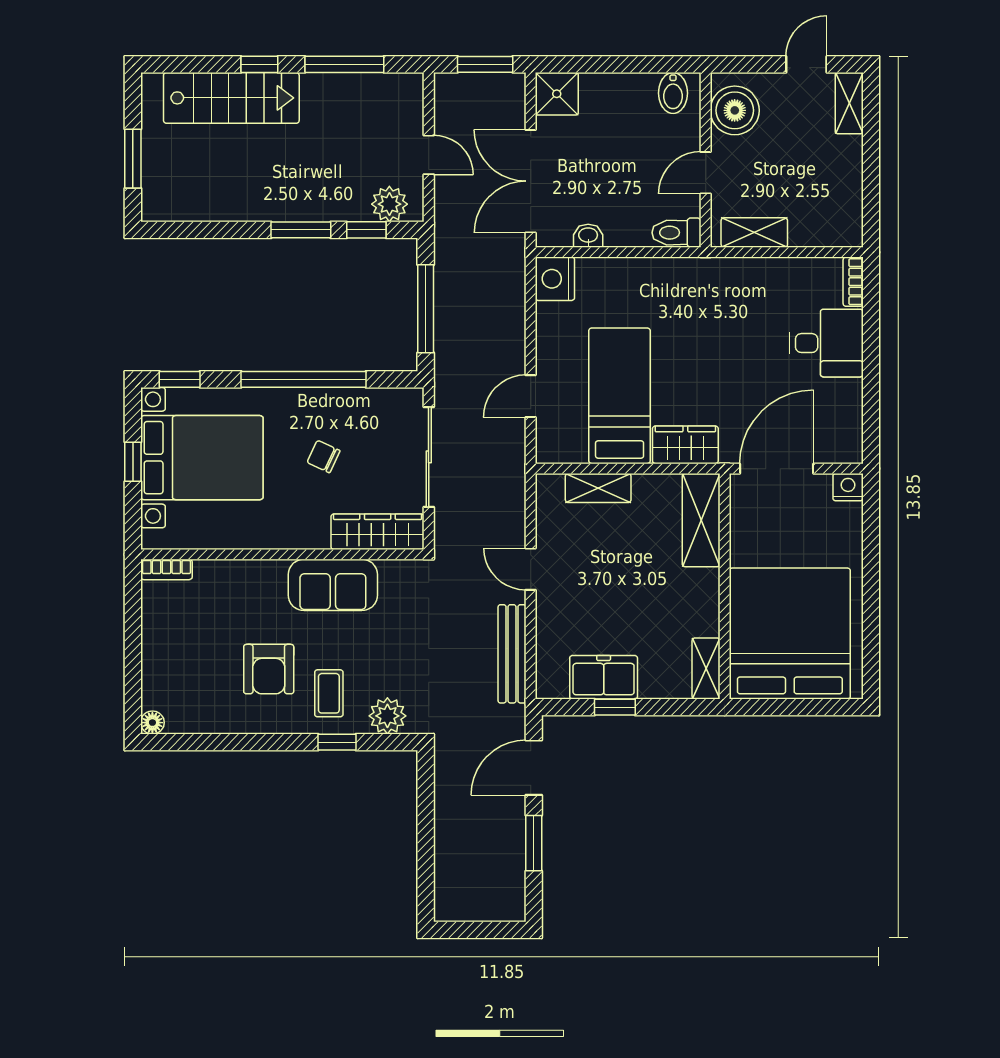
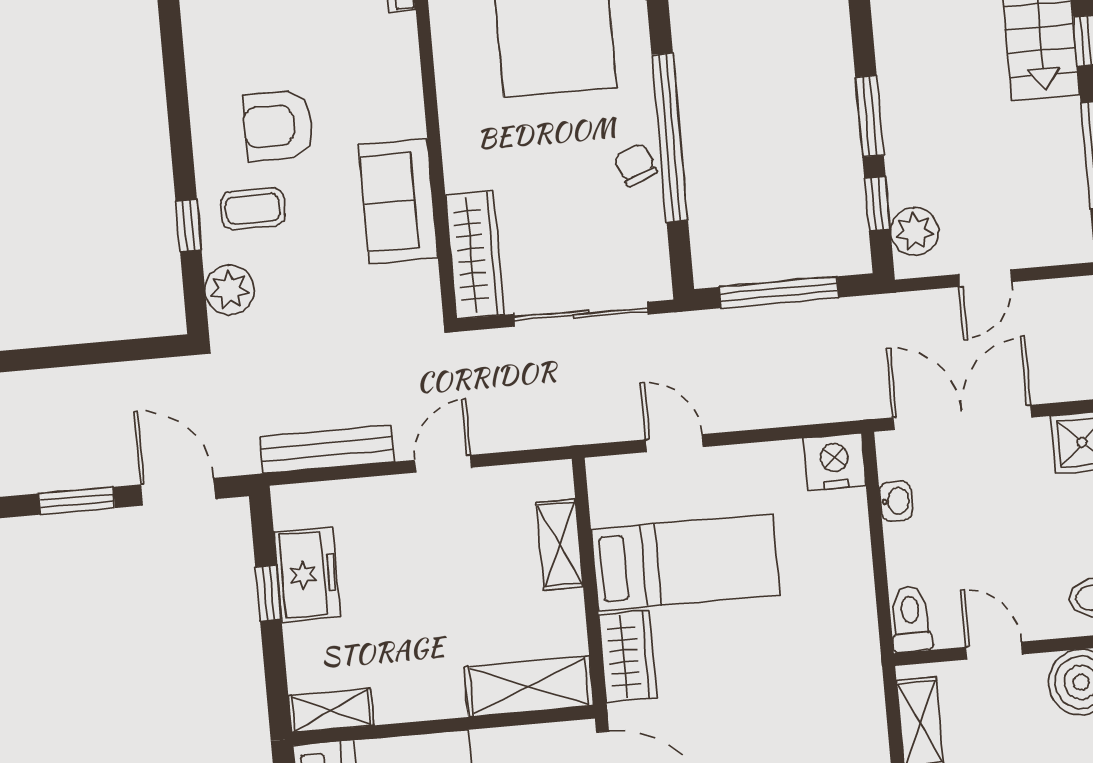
chair: (324, 457) -> (635, 165), moved, turned -47

